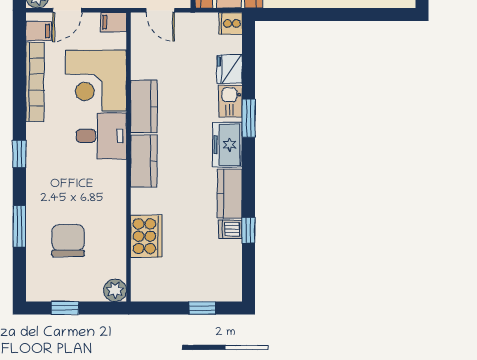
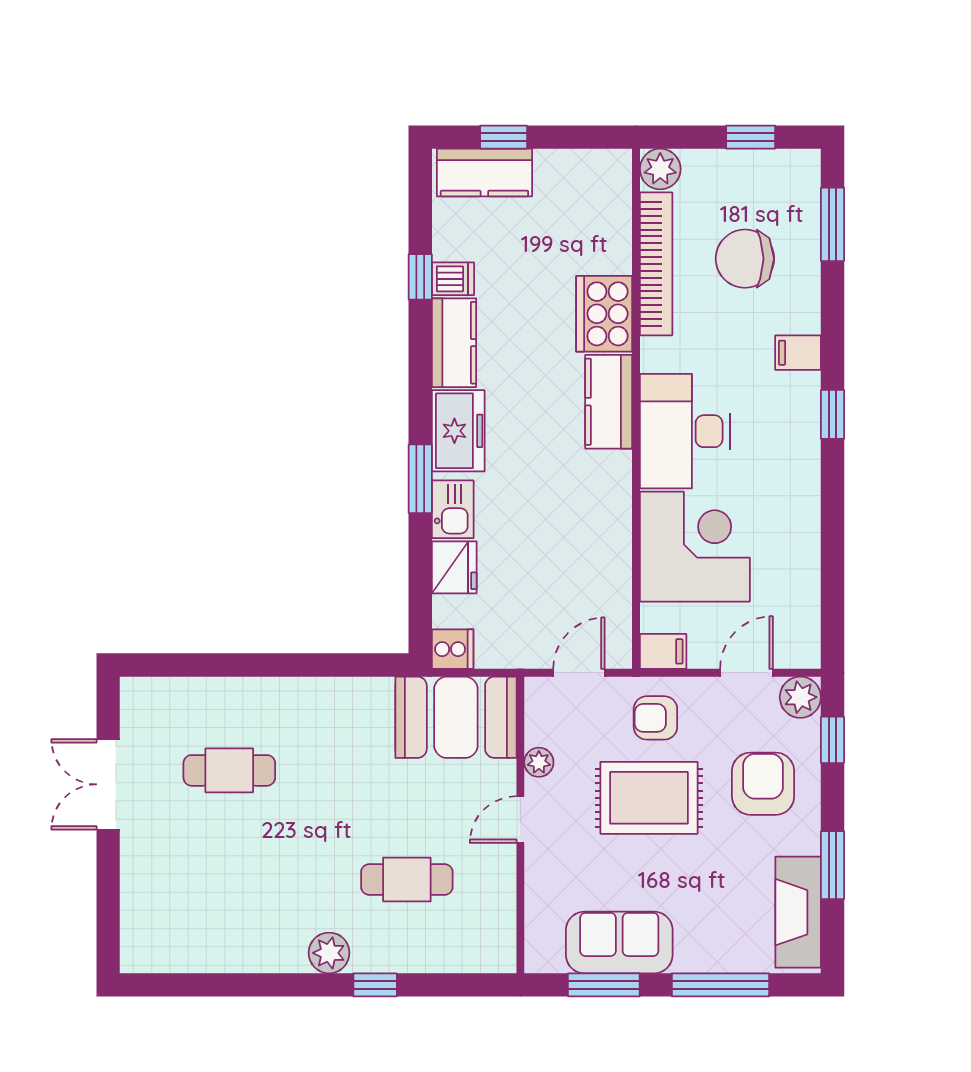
door: (160, 10) -> (579, 673), hinge flipped
filing cabinet: (39, 31) -> (798, 353), moved
bookcase: (35, 82) -> (656, 264), moved, turned 180
kitchen counter: (144, 107) -> (484, 172), moved, turned -90
desk: (101, 136) -> (685, 431), width x1.37
window: (19, 226) -> (833, 224), moved
cooker: (146, 236) -> (604, 314), moved
chair: (68, 240) -> (745, 259), turned 90

